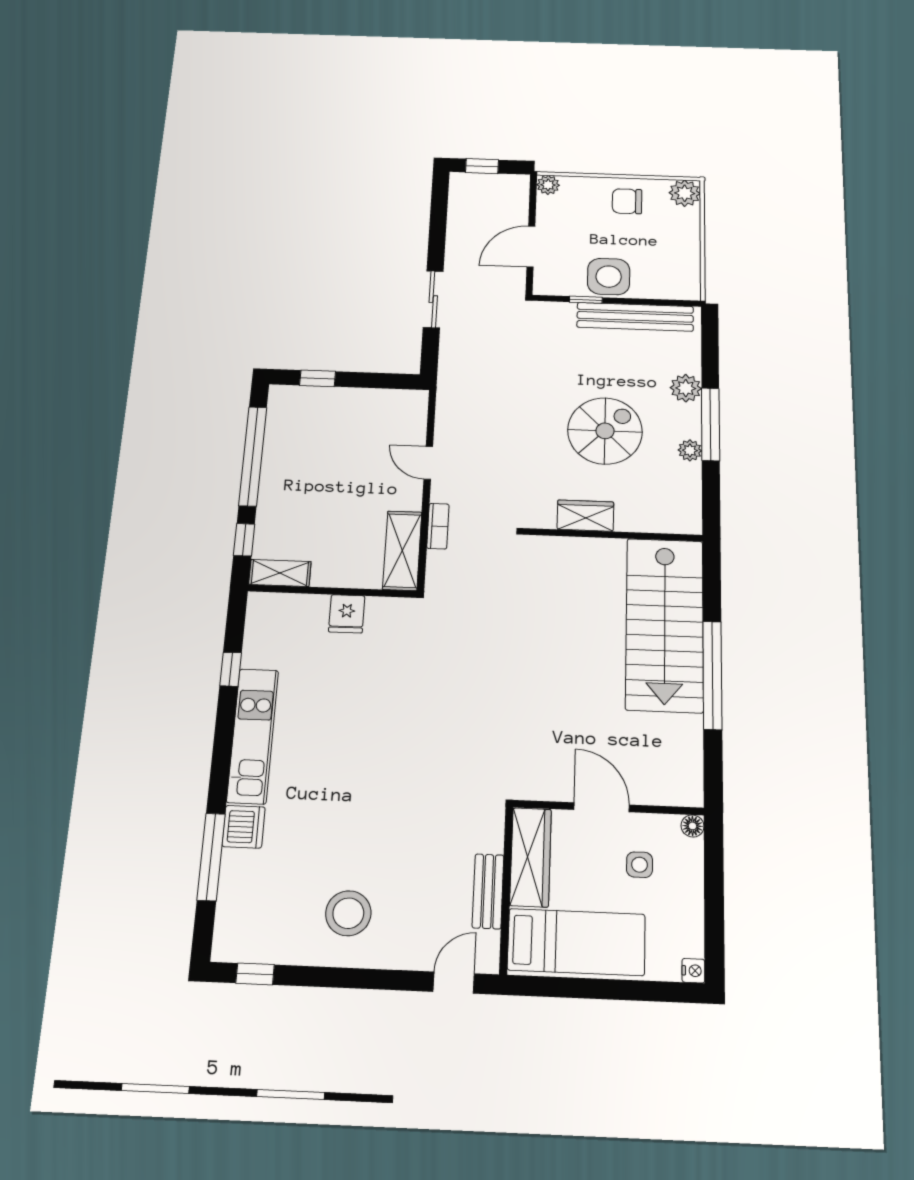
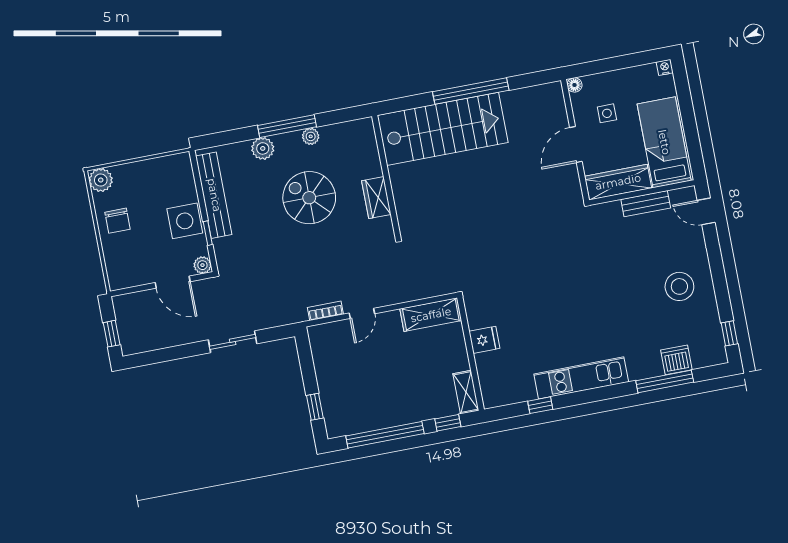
plant: (548, 185) -> (202, 265), moved
bookcase: (438, 526) -> (325, 311), moved
dishwasher: (244, 827) -> (676, 360), moved

